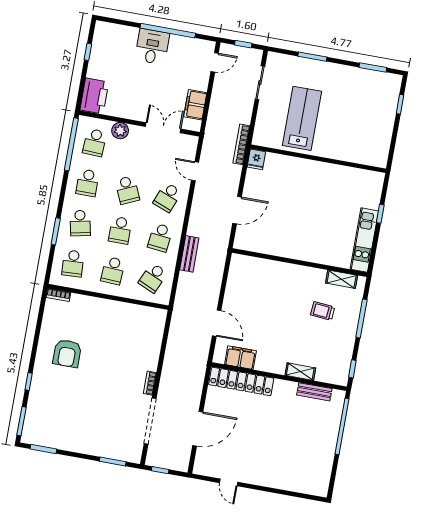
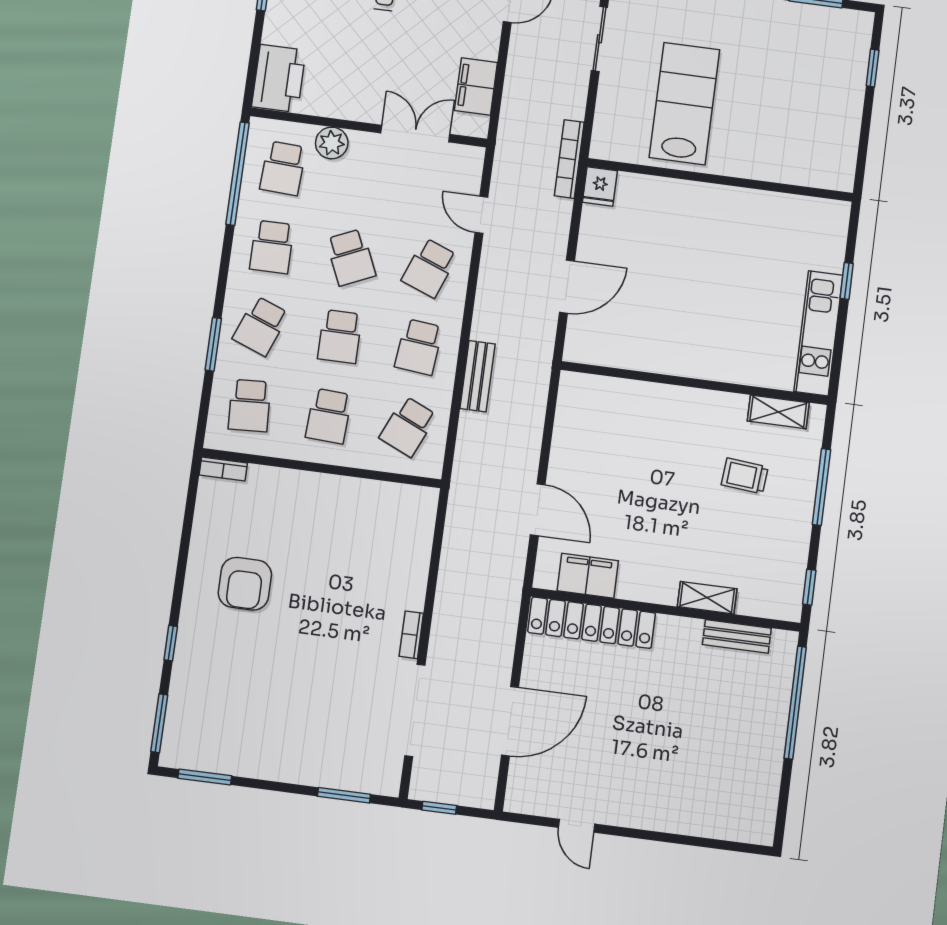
school desk: (80, 223) -> (261, 326), turned 33

